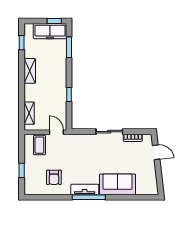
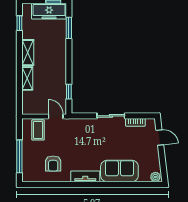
window: (69, 94) -> (69, 92), moved
shelving: (29, 113) -> (27, 78), moved
window: (22, 170) -> (19, 156), width x2.17
plant: (152, 190) -> (155, 177), added
window: (89, 197) -> (89, 184), removed

